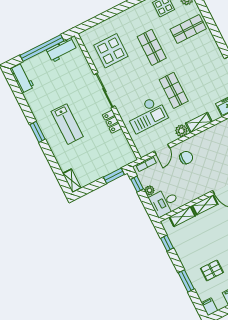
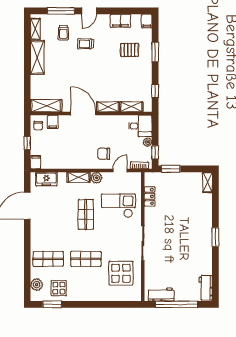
shop shelf: (152, 47) -> (86, 259), turned 90
locker: (112, 122) -> (150, 196), moved
lab bench: (67, 124) -> (188, 231), removed

